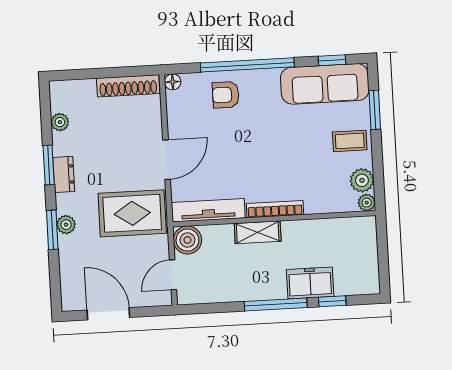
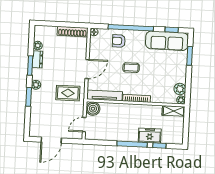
coffee table: (350, 141) -> (131, 68), moved
dresser: (64, 174) -> (38, 59), moved
rug: (132, 213) -> (68, 93), width x0.73, depth x0.70
plant: (66, 225) -> (36, 85), moved
shelving: (258, 232) -> (174, 111), moved
door: (108, 314) -> (51, 140), swing flipped

